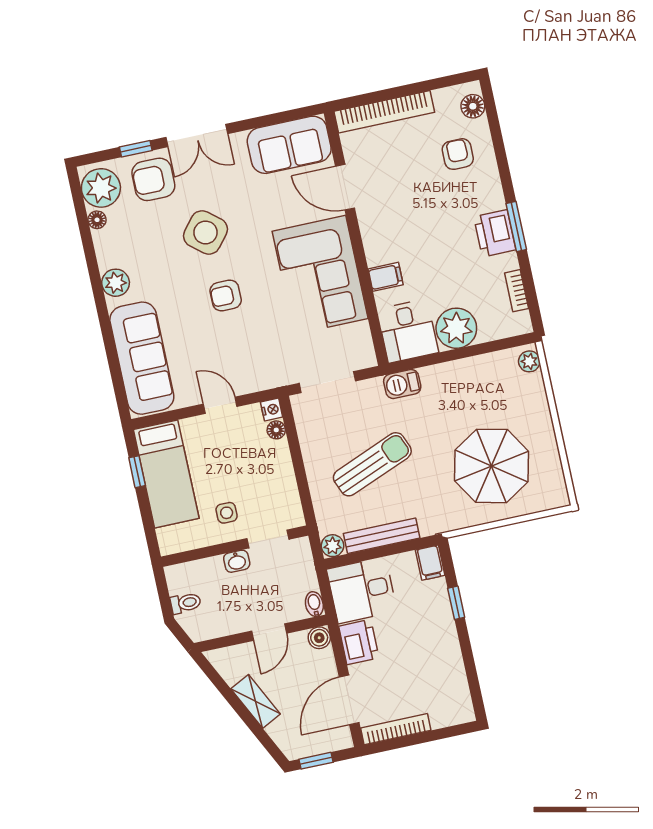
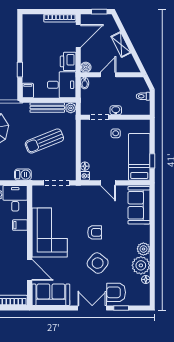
armchair: (153, 179) -> (116, 292), turned 180
plant: (101, 188) -> (141, 265), moved
sofa: (142, 358) -> (139, 205), width x0.73

